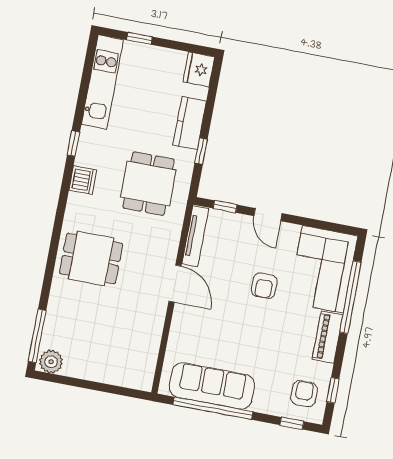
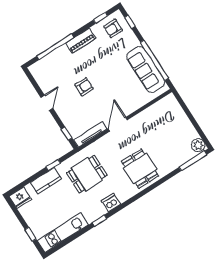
door: (268, 215) -> (47, 103), moved
corner sofa: (323, 269) -> (54, 69), removed

